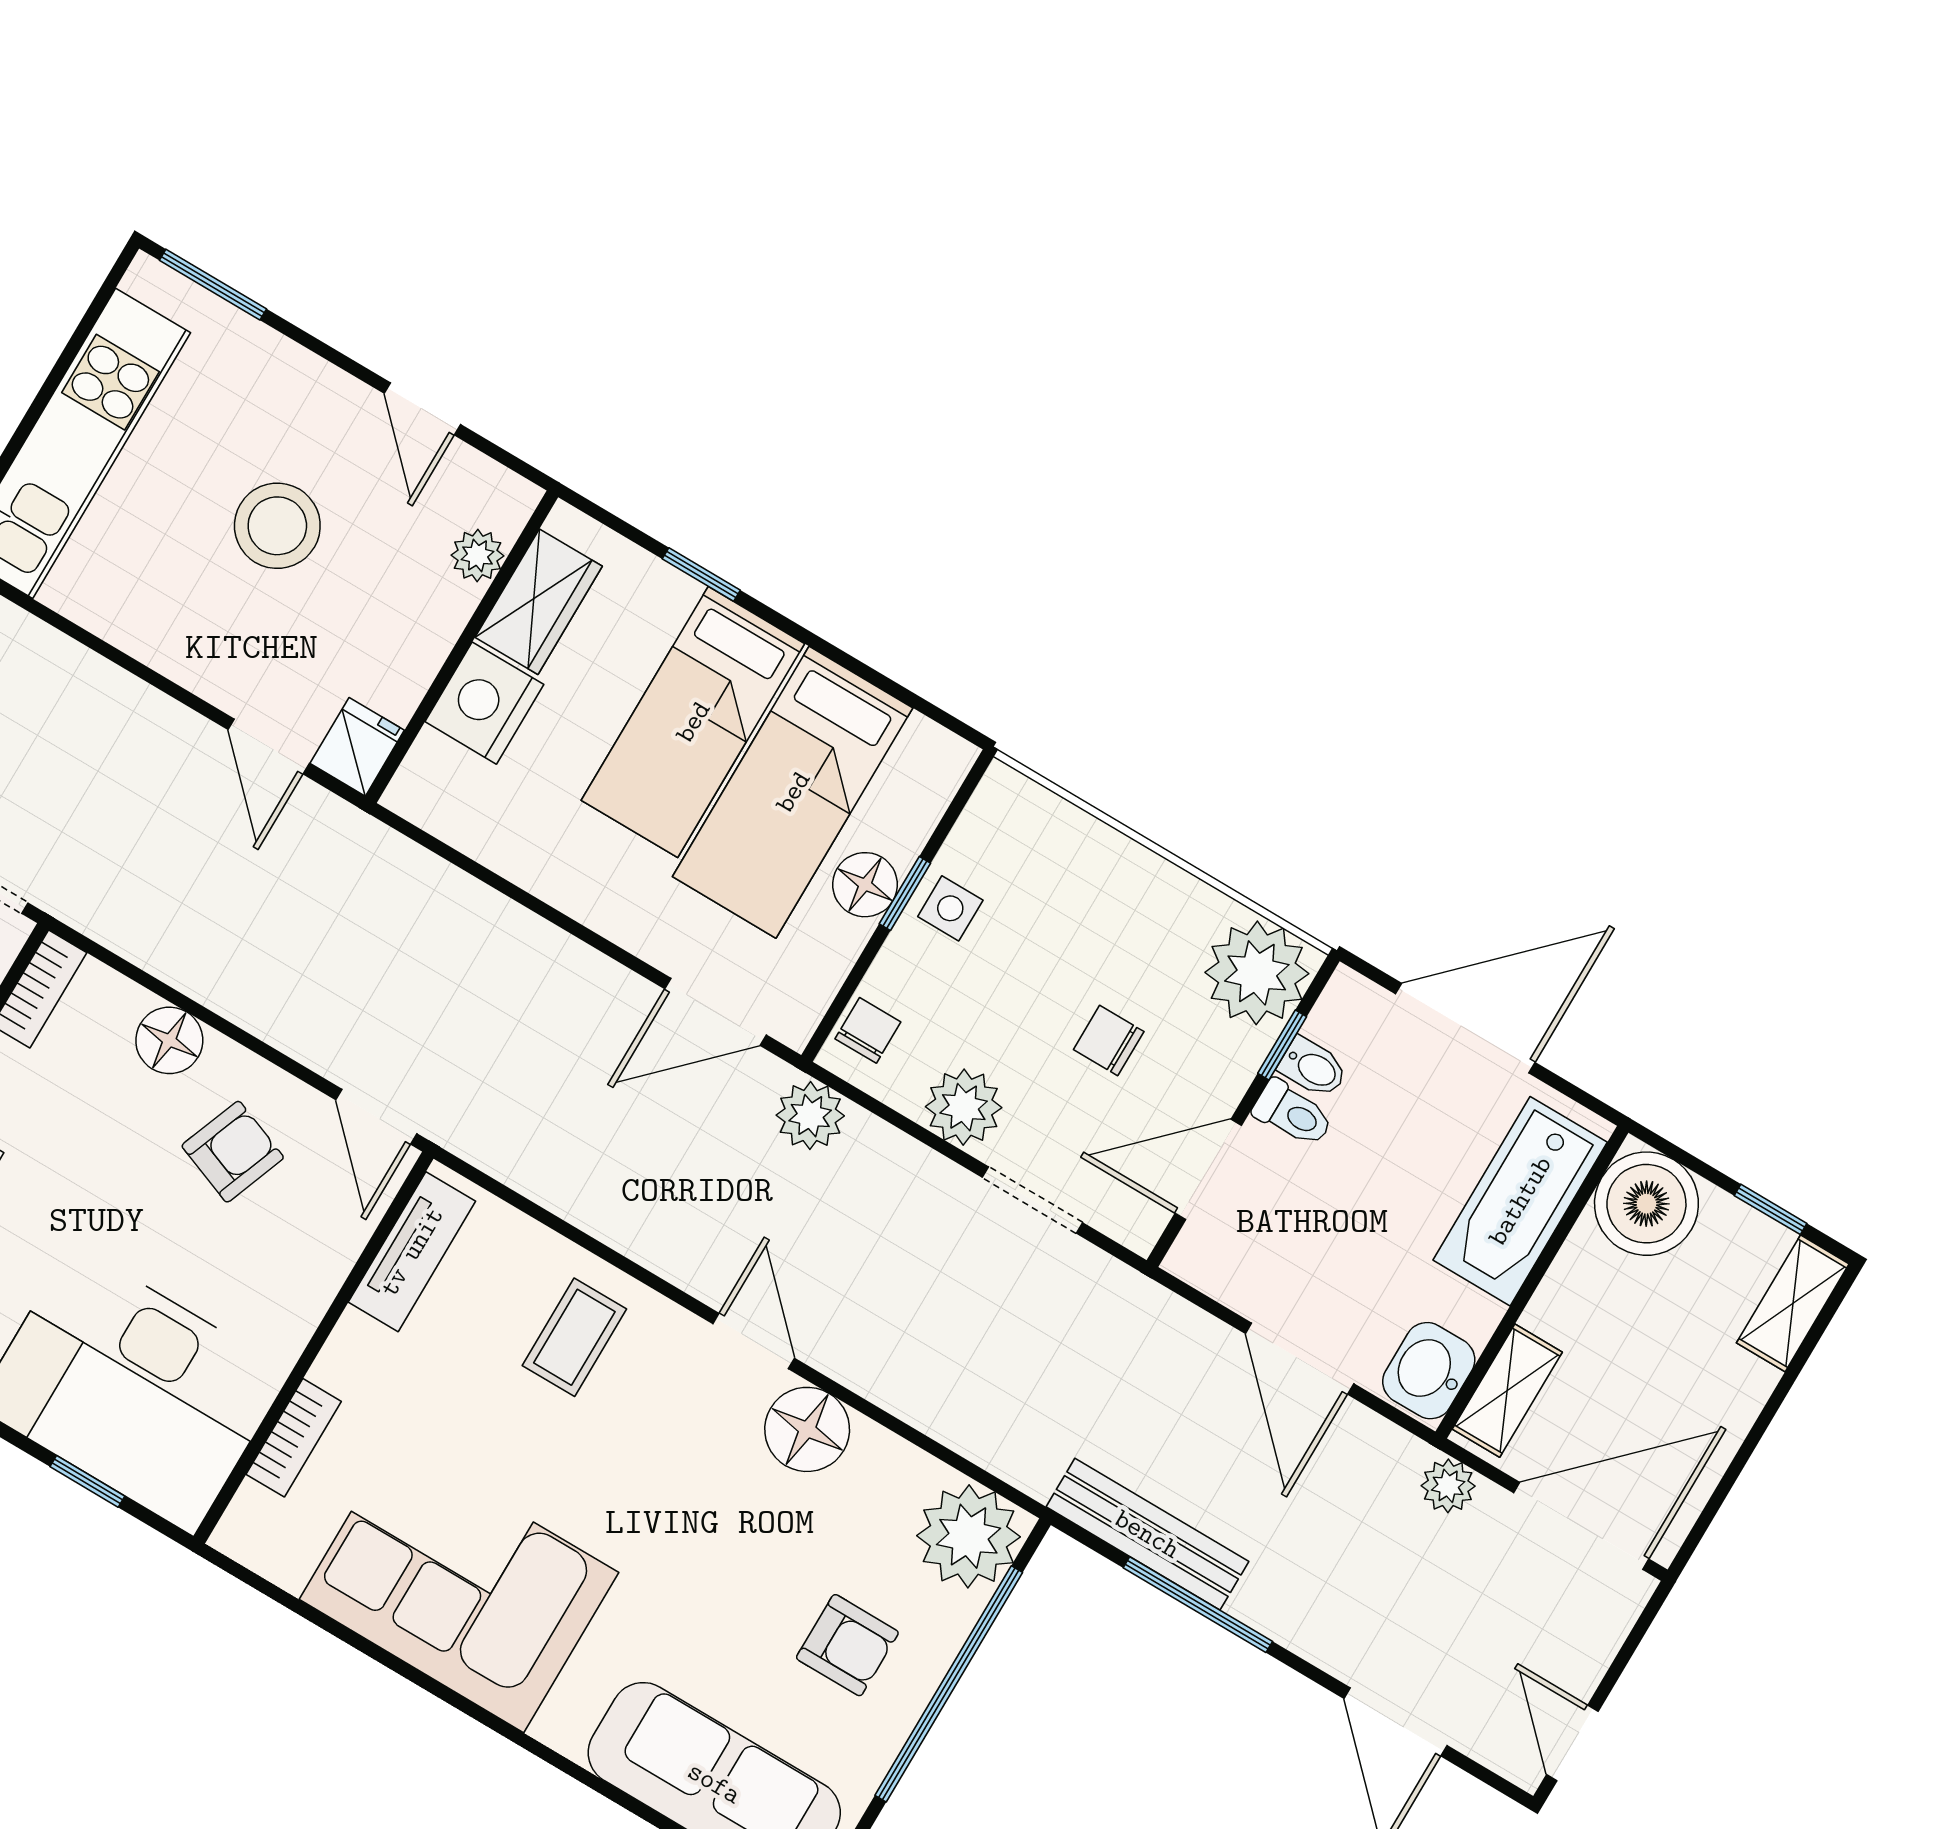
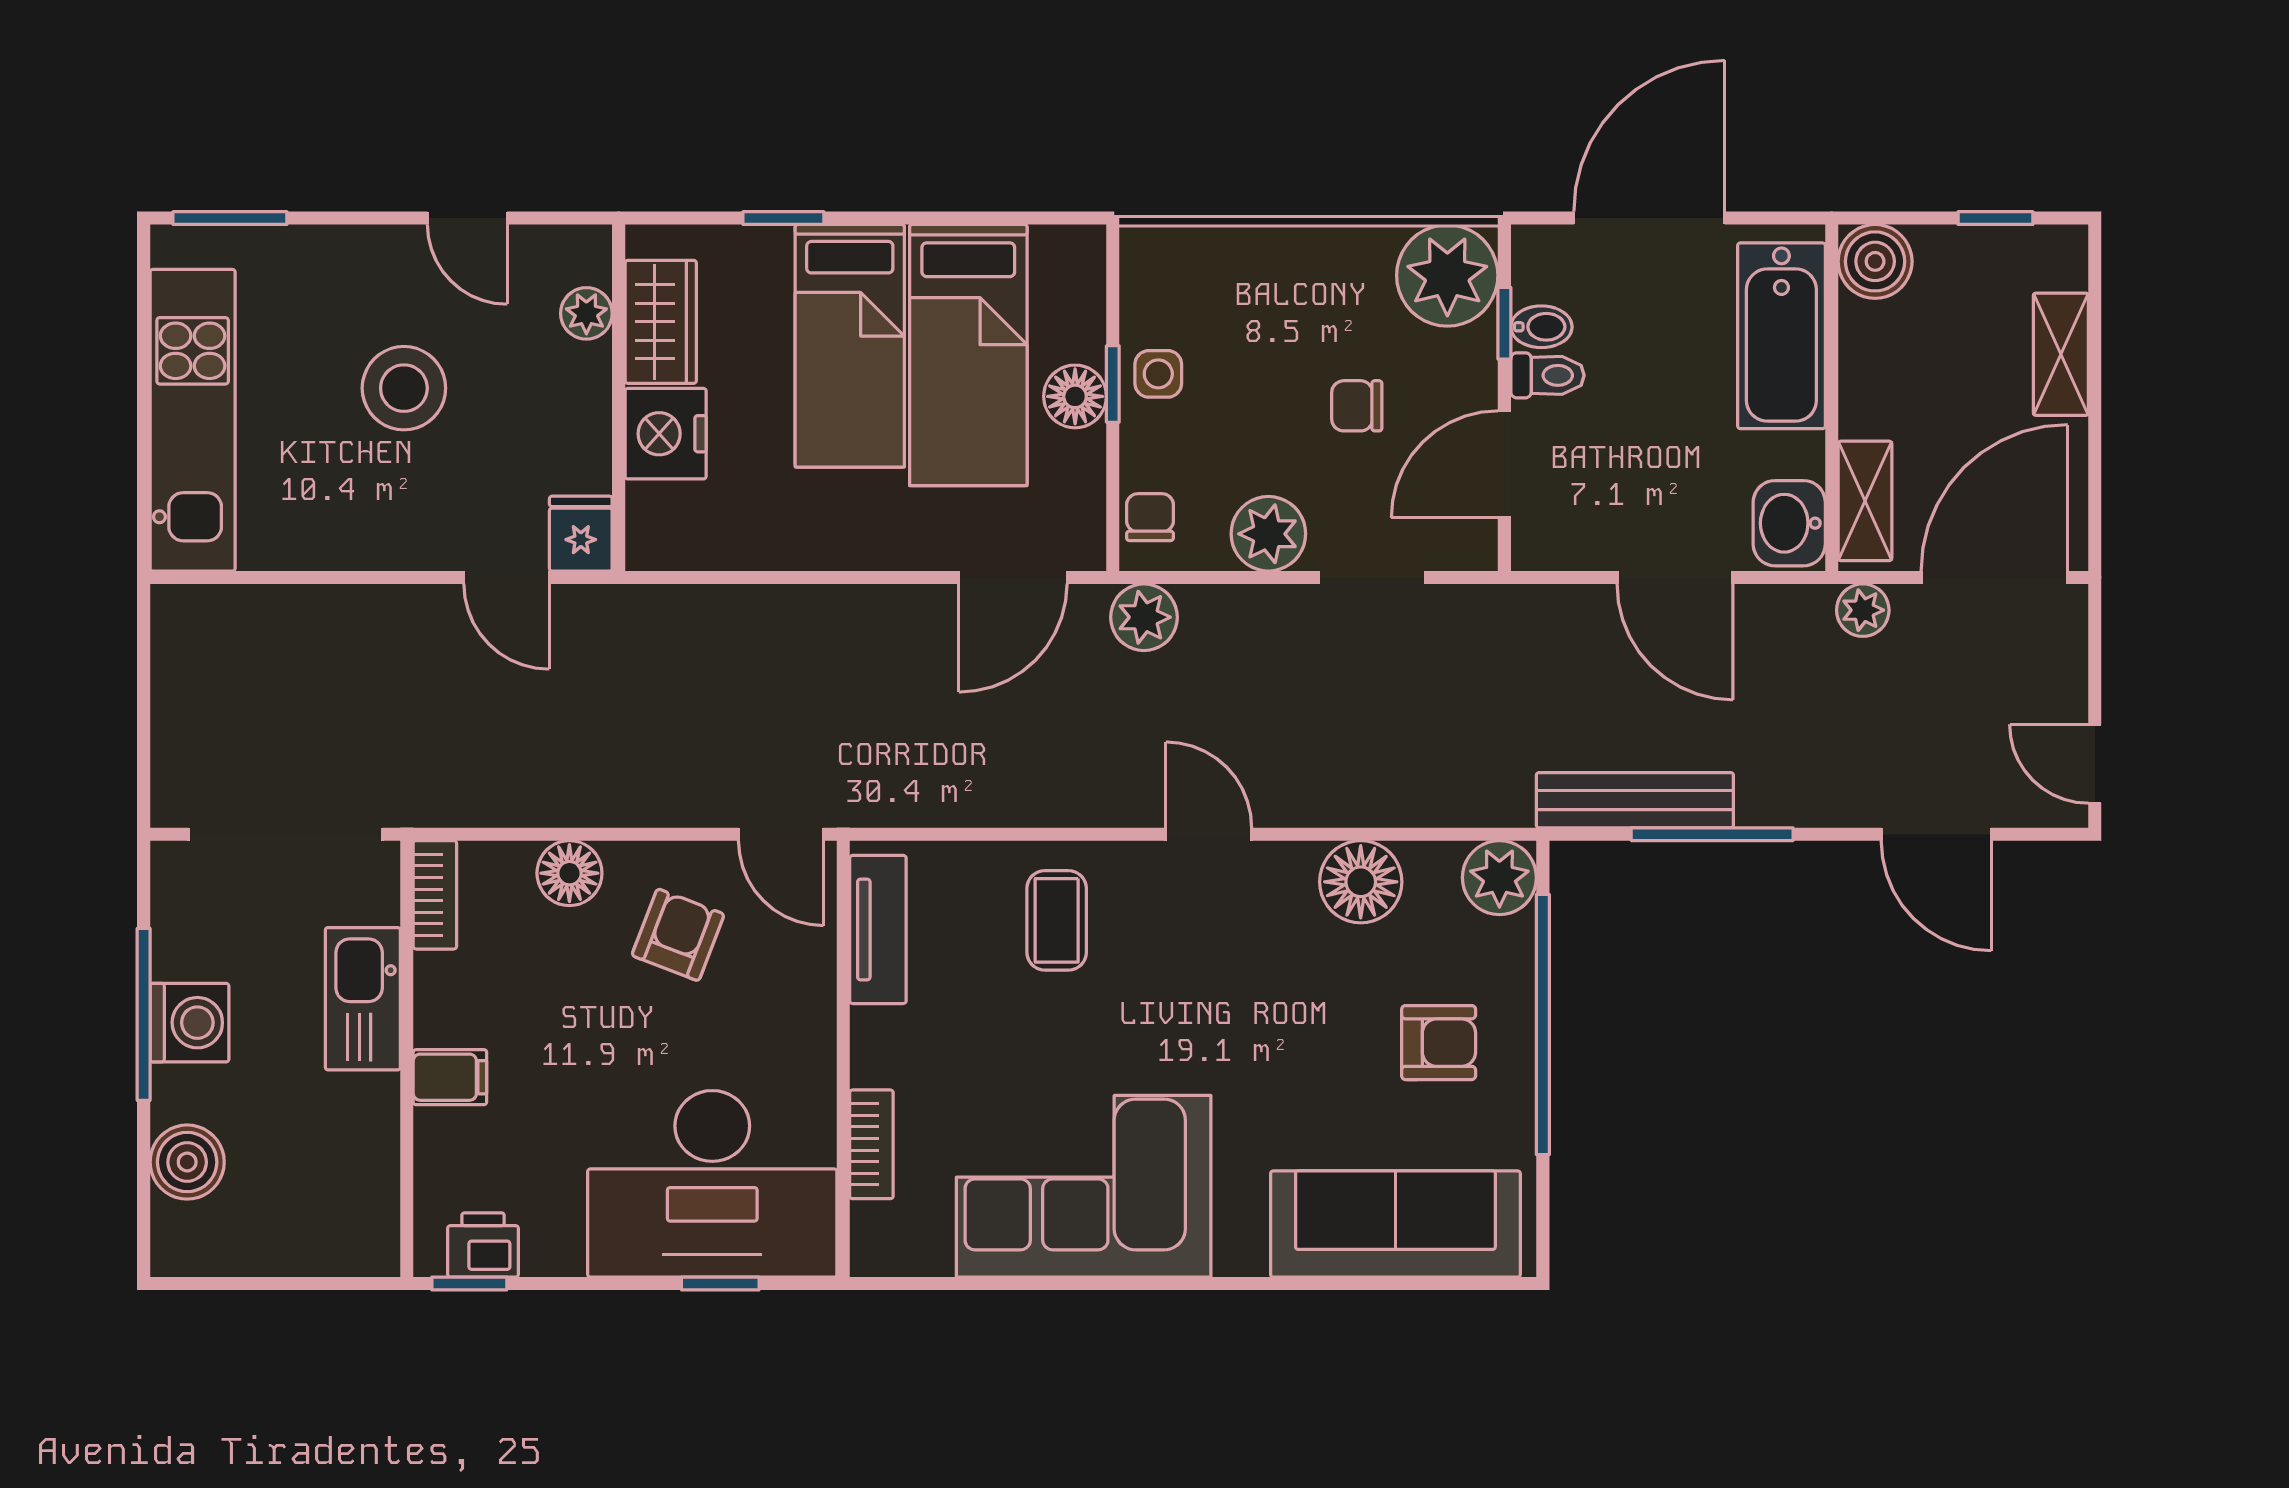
boiler: (1646, 1204) -> (1875, 261), width x0.73, depth x0.73
shelving: (1793, 1303) -> (2061, 354), moved
floor lamp: (807, 1429) -> (1361, 882), moved
plant: (968, 1536) -> (1499, 878), width x0.73, depth x0.73

